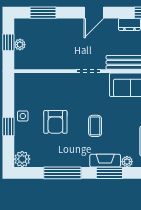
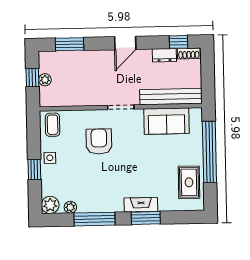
armchair: (55, 122) -> (99, 142), moved, turned 180
coffee table: (95, 126) -> (53, 125), moved
plant: (127, 162) -> (70, 207), moved

